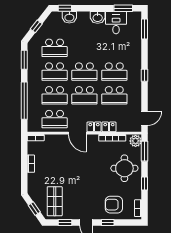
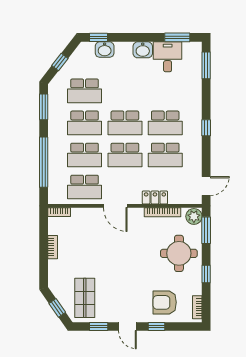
locker: (101, 127) -> (155, 197), width x0.66

